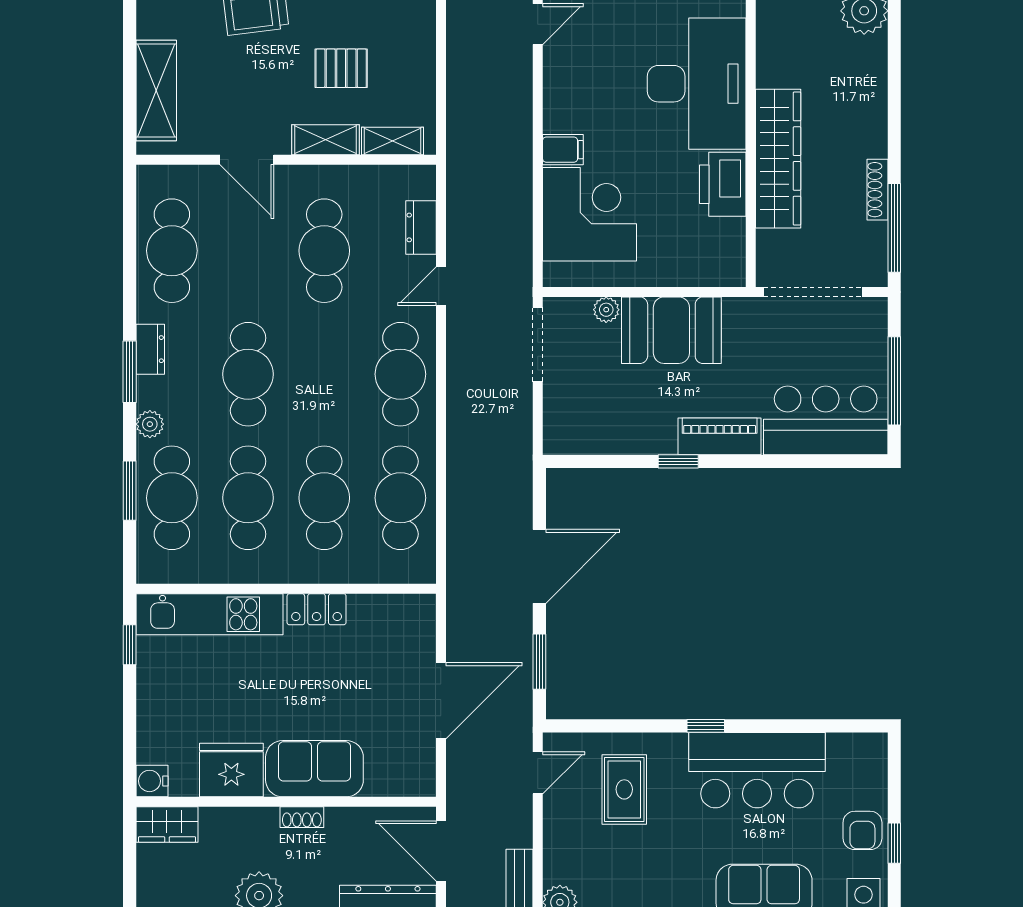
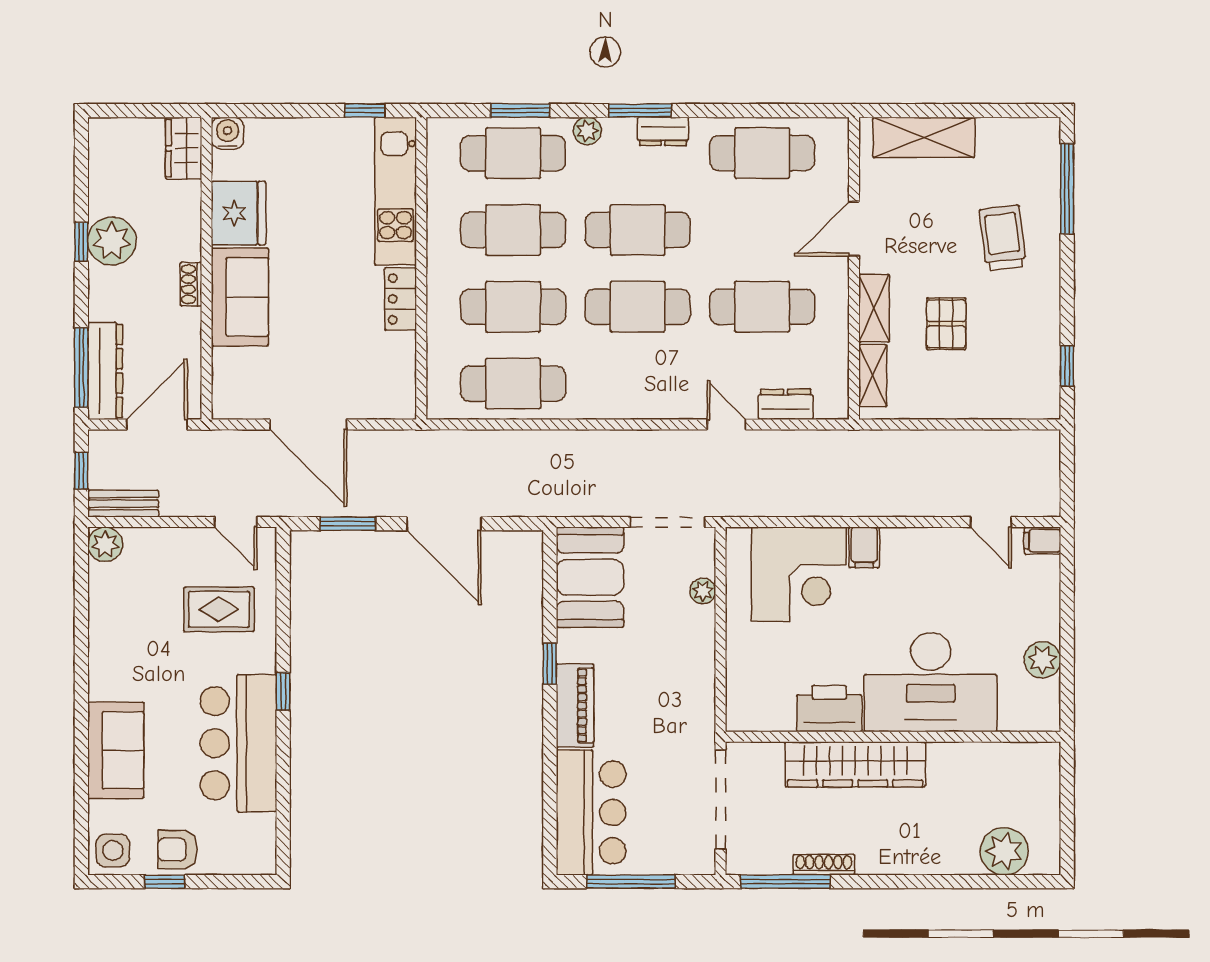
booth: (671, 330) -> (590, 577), moved
cafe table: (400, 374) -> (638, 307), moved

